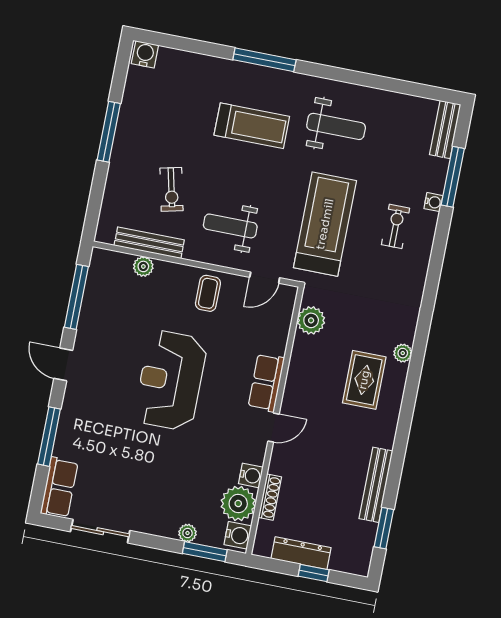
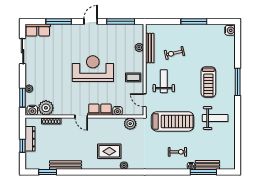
weight bench: (336, 126) -> (215, 118), turned -90
bench: (445, 130) -> (207, 165), moved
water cooler: (251, 475) -> (117, 111), moved

